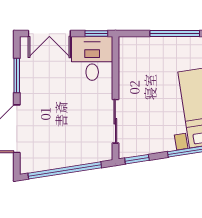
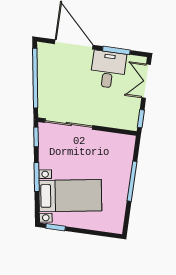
desk: (92, 58) -> (108, 70), moved, turned -90
sliding door: (115, 121) -> (69, 124), width x1.37

